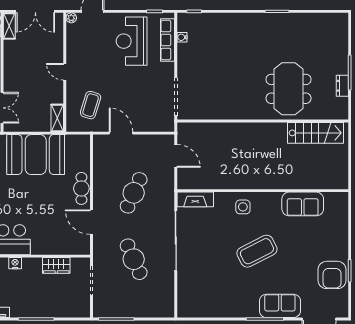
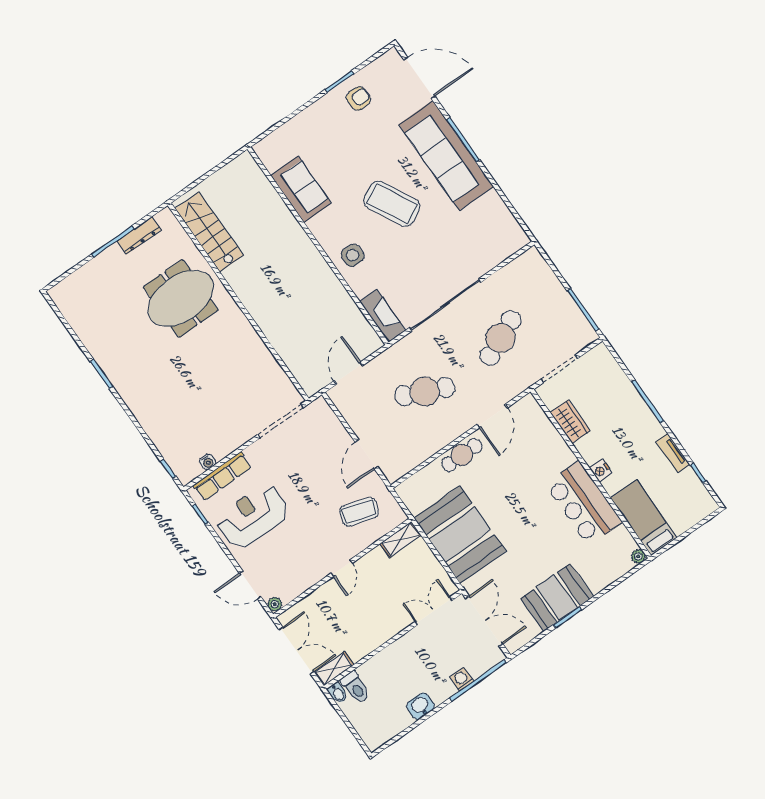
reception desk: (132, 41) -> (253, 516), turned 180
dresser: (342, 86) -> (139, 236), width x1.44
armchair: (332, 275) -> (358, 98), width x0.53, depth x0.53
sofa: (280, 306) -> (446, 155), width x1.85, depth x1.27

